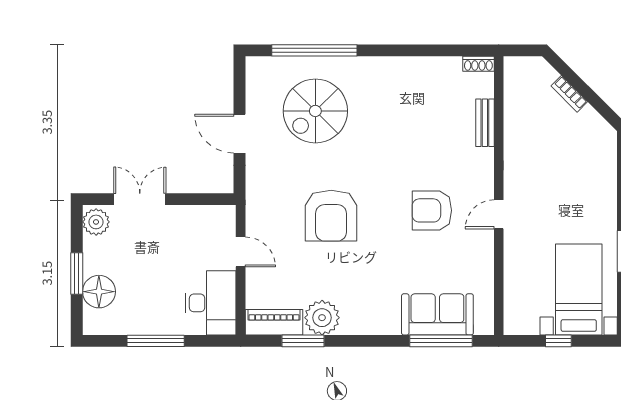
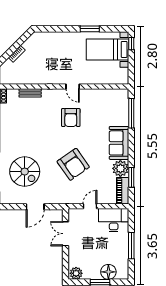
double door: (140, 199) -> (66, 234), moved
armchair: (331, 216) -> (73, 164), turned 55
sofa: (437, 314) -> (119, 143), moved
window: (558, 341) -> (131, 44), moved

